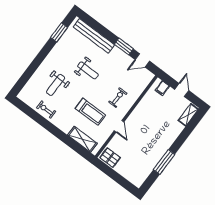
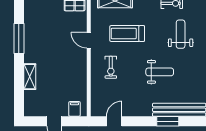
window: (124, 47) -> (168, 121), moved
weight bench: (88, 70) -> (160, 72), turned 180
shelving: (188, 115) -> (30, 77), moved

